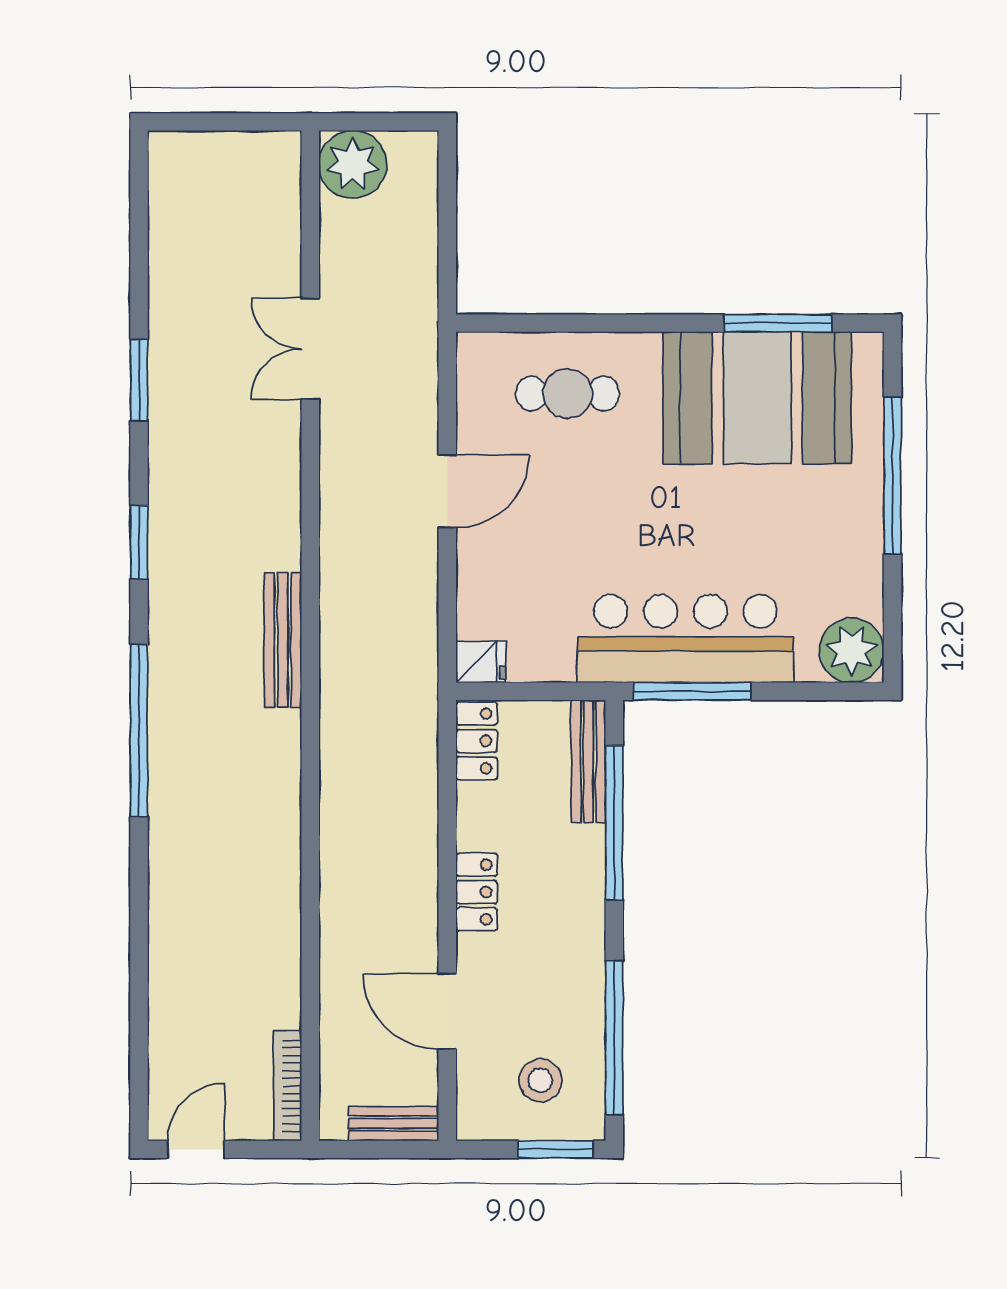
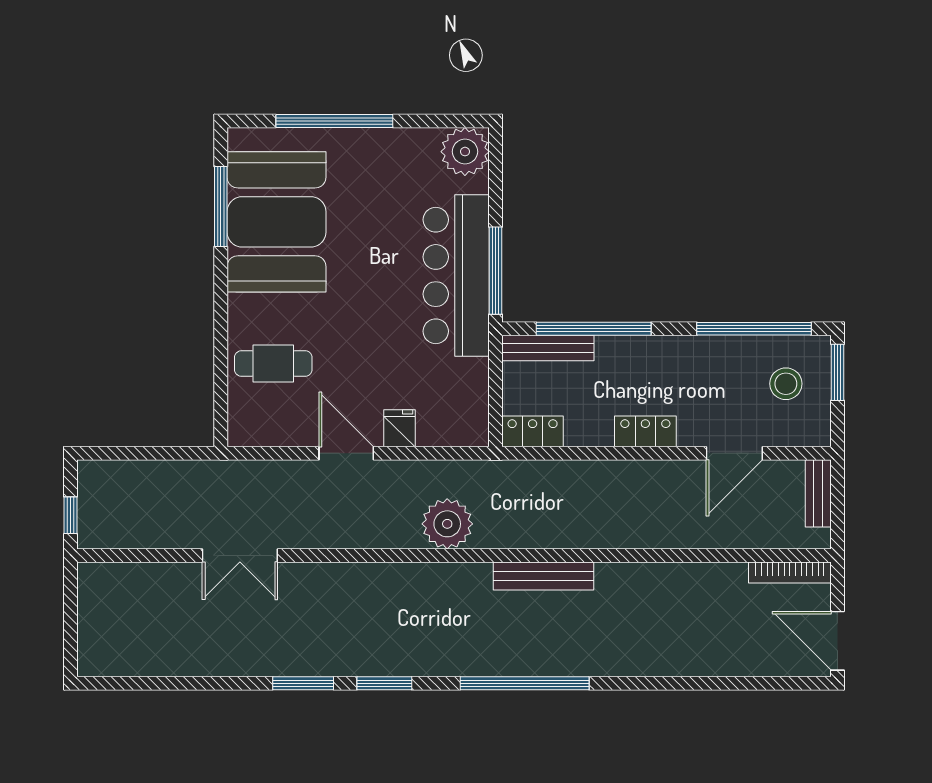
window: (364, 122) -> (71, 515), added
plant: (353, 164) -> (447, 524), moved
window: (139, 380) -> (303, 683), moved
cafe table: (568, 394) -> (273, 363), turned 90
bench: (283, 640) -> (543, 576), moved
fridge: (481, 662) -> (399, 428), moved
door: (196, 1149) -> (837, 641), width x1.38

